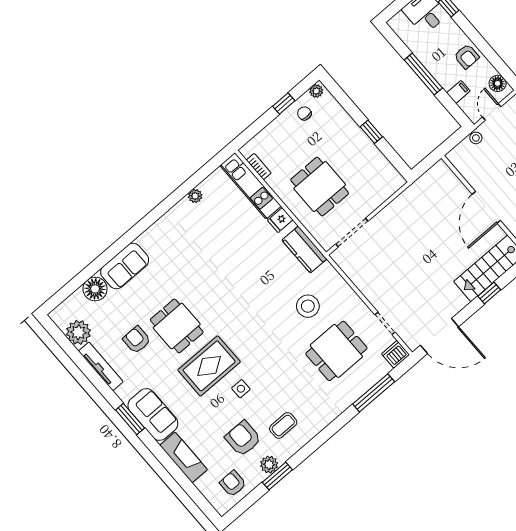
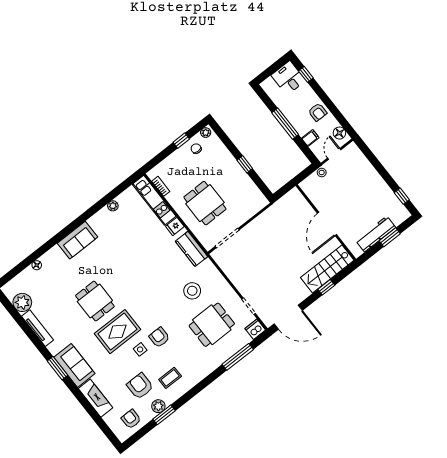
sofa: (125, 266) -> (78, 240), moved
floor lamp: (95, 289) -> (37, 265), width x0.53, depth x0.53
armchair: (137, 340) -> (159, 337), moved

